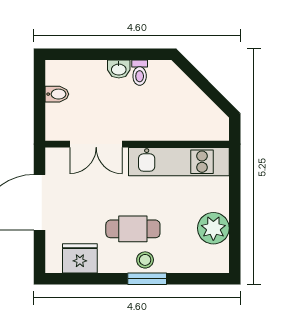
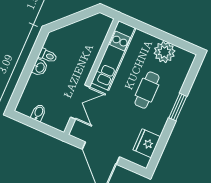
cafe table: (133, 229) -> (147, 90), moved
stool: (145, 260) -> (165, 103), removed

